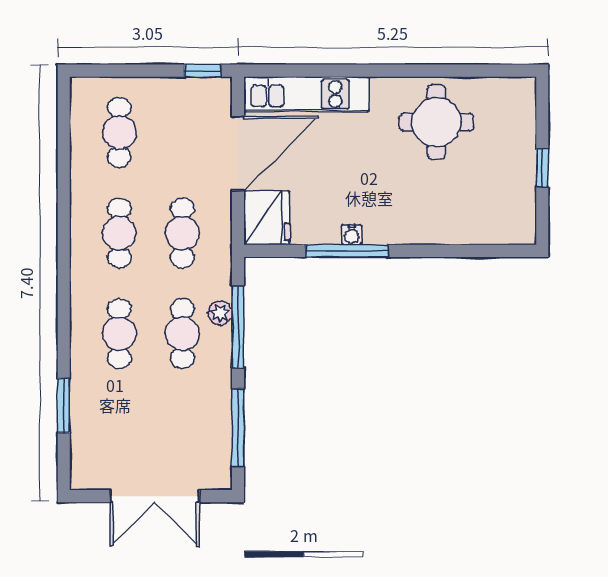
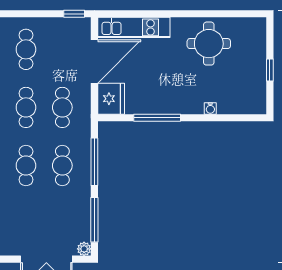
water cooler: (352, 235) -> (210, 108), moved
plant: (220, 313) -> (84, 249), moved

